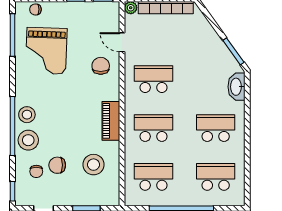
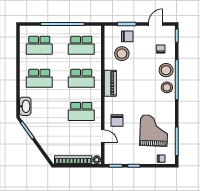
chair: (57, 165) -> (127, 36), moved

